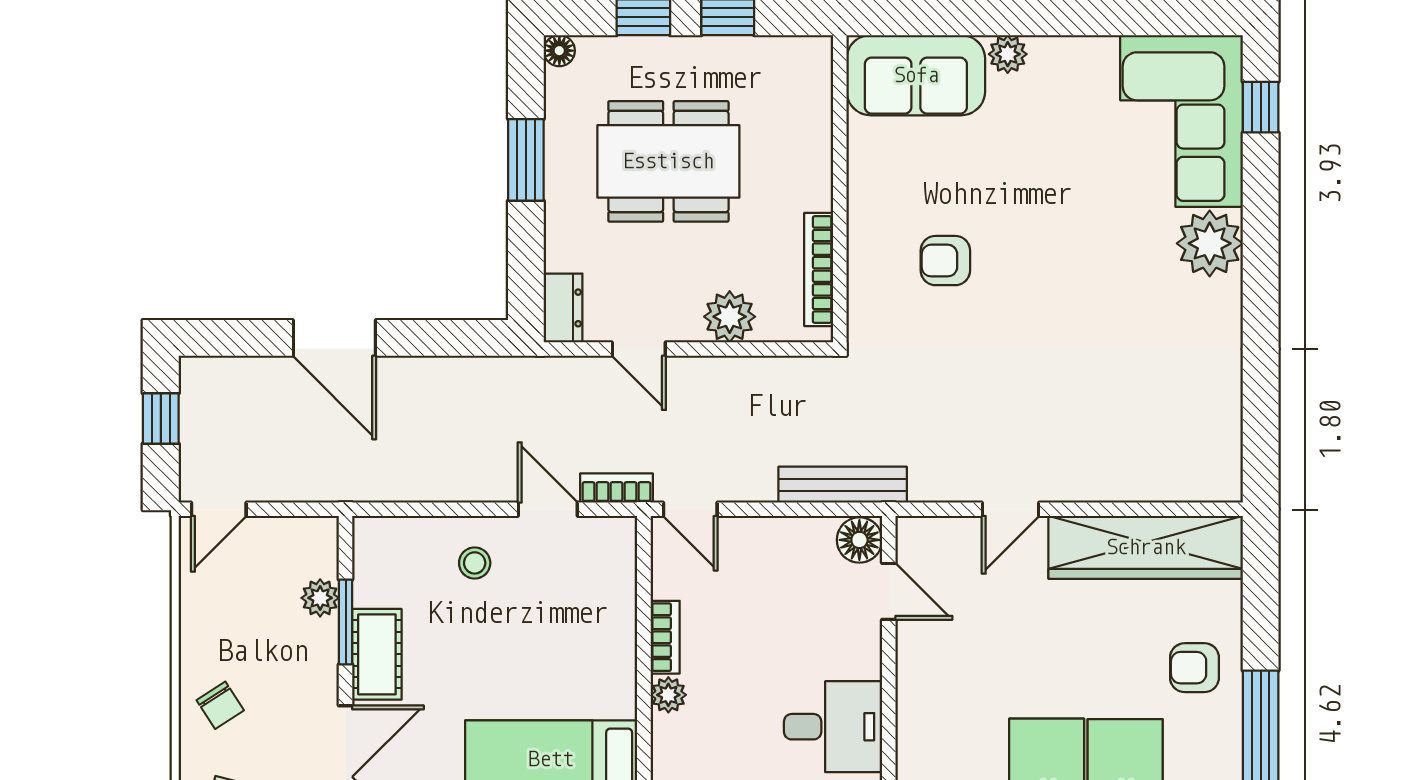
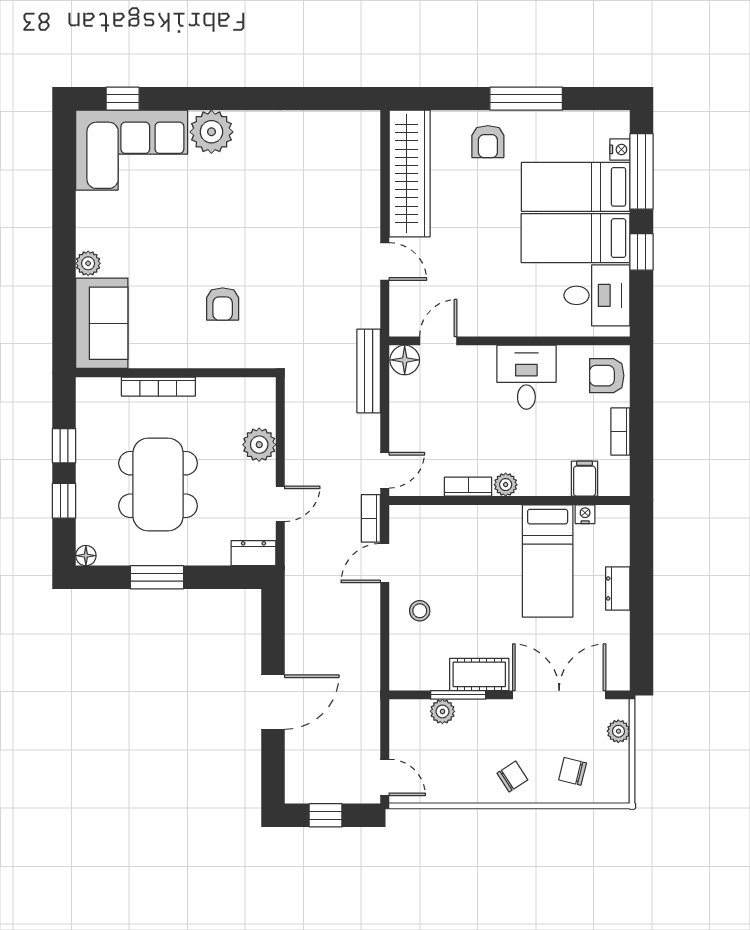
bookcase: (819, 269) -> (158, 387), moved

